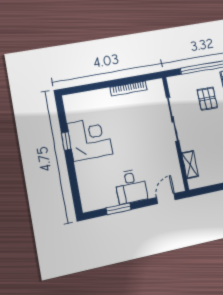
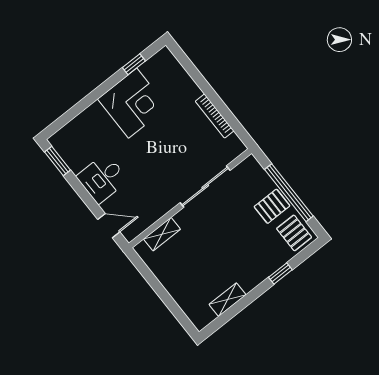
pallet: (207, 99) -> (272, 206), moved
window: (66, 141) -> (134, 64), moved
window: (118, 209) -> (58, 161), moved

